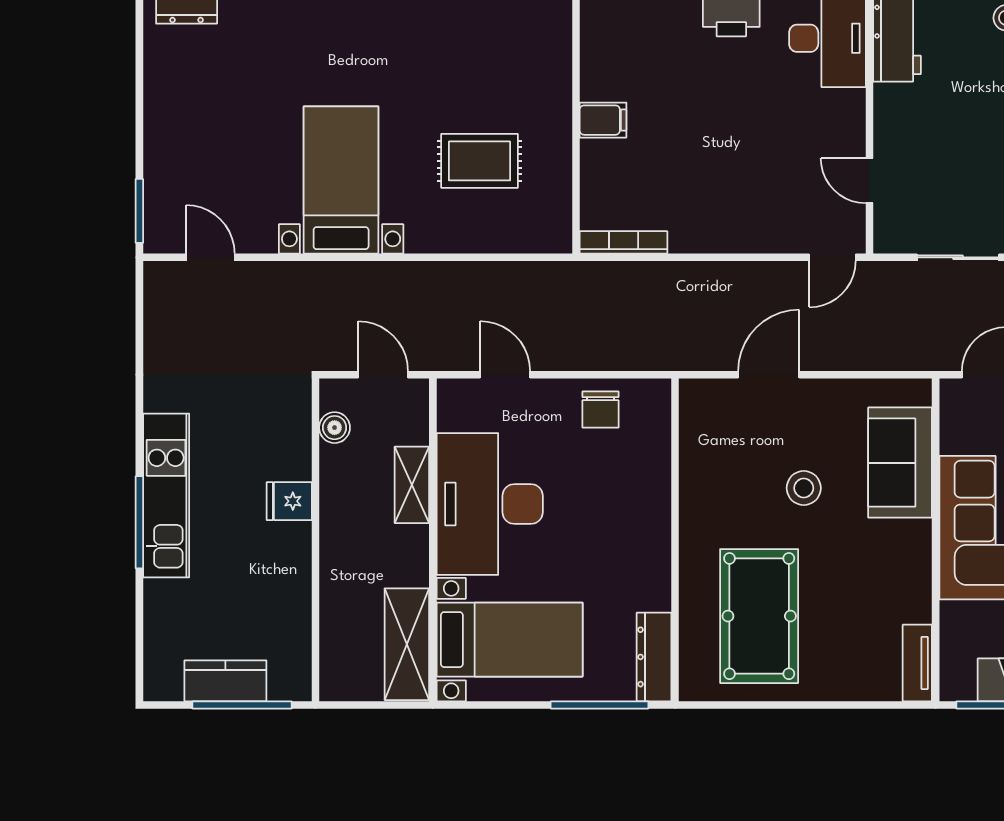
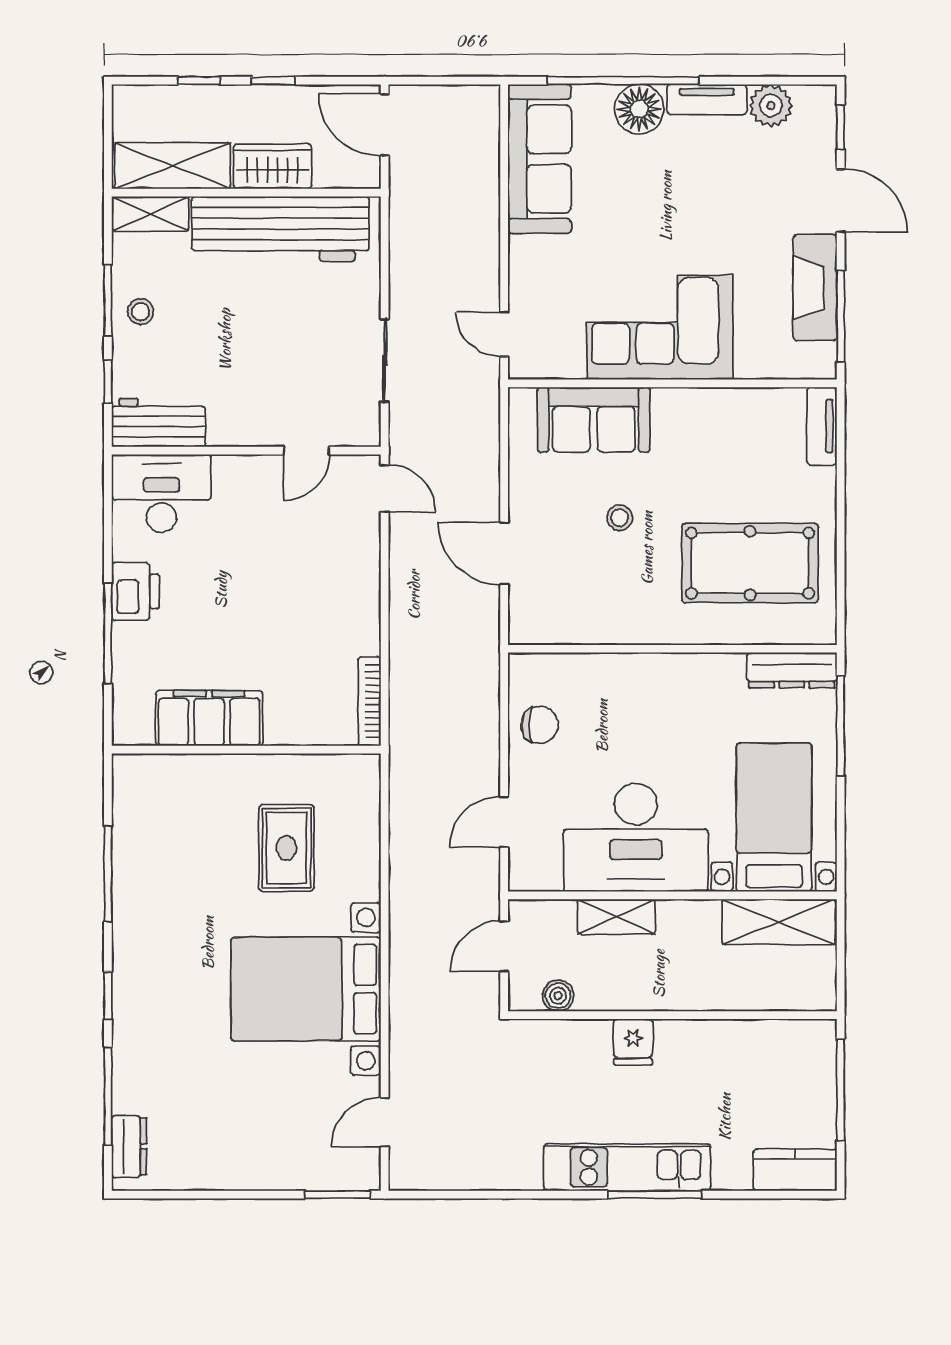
filing cabinet: (603, 120) -> (209, 718), width x3.00, depth x1.17
bed with nightstands: (341, 180) -> (306, 989), width x1.36
stool: (804, 488) -> (620, 518), width x0.73, depth x0.73
tv unit: (917, 663) -> (822, 426), moved, turned 90
kitchen counter: (225, 681) -> (795, 1170), moved, turned 90

